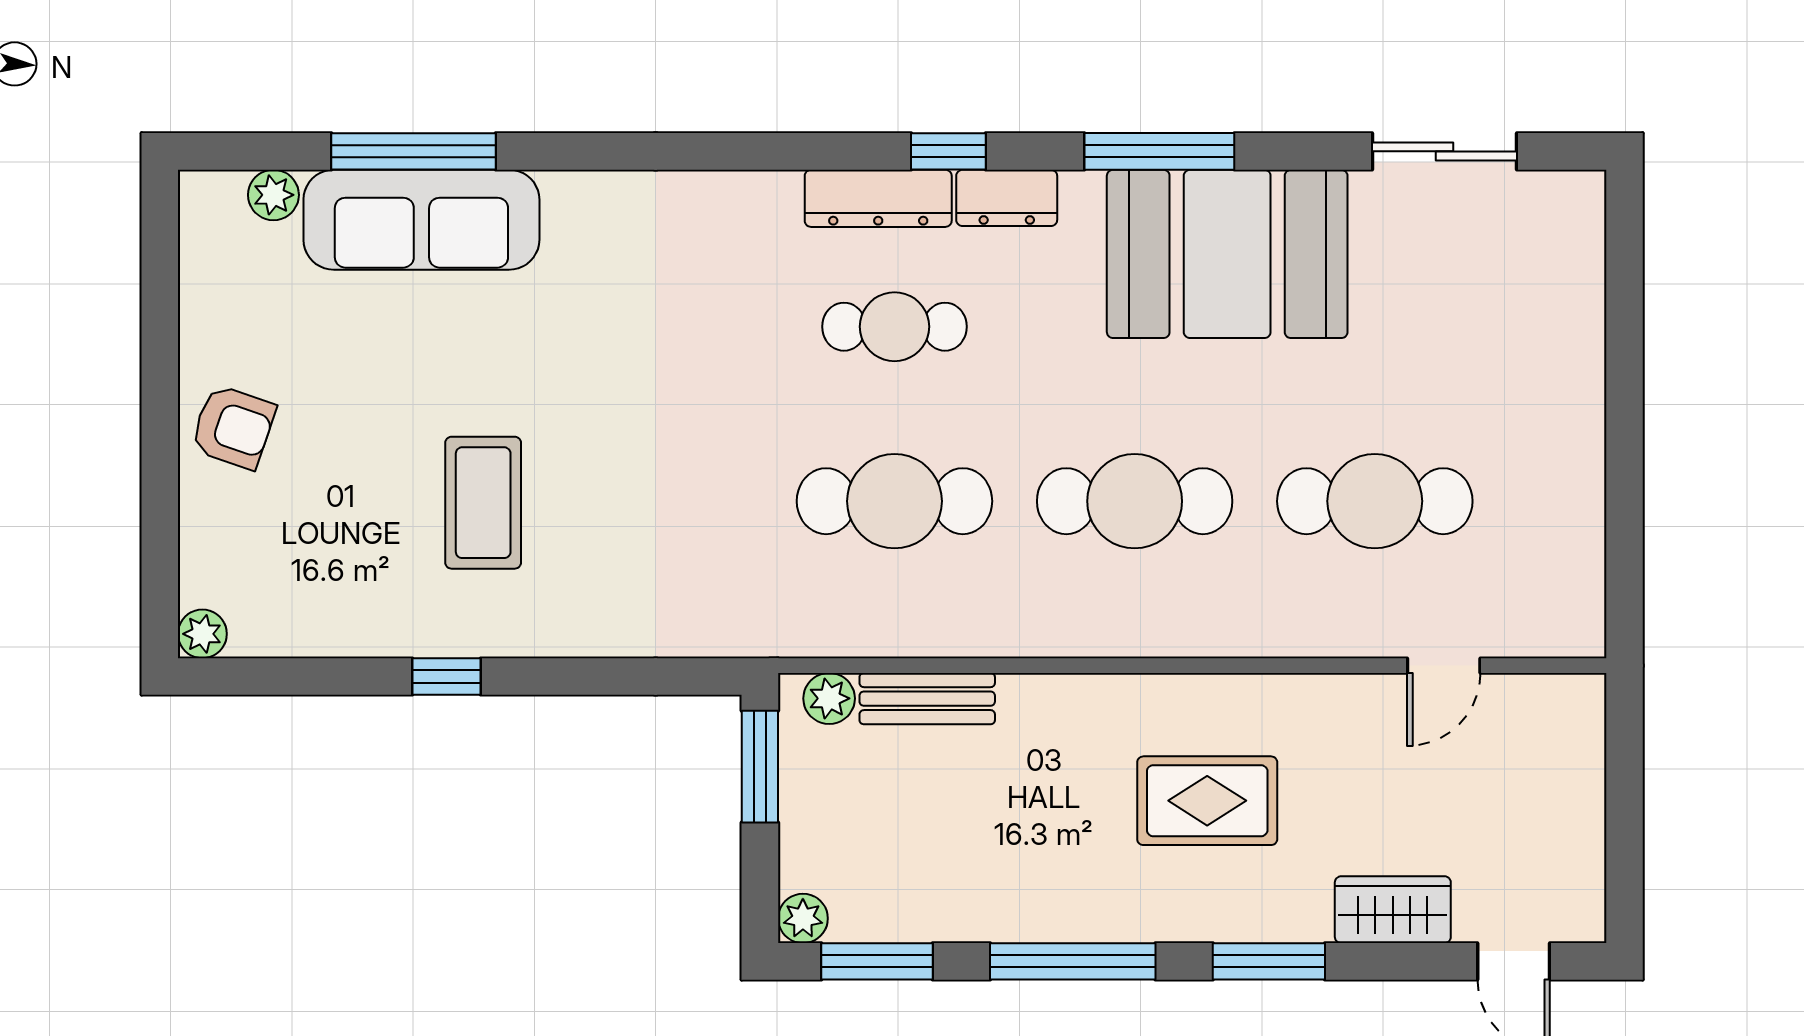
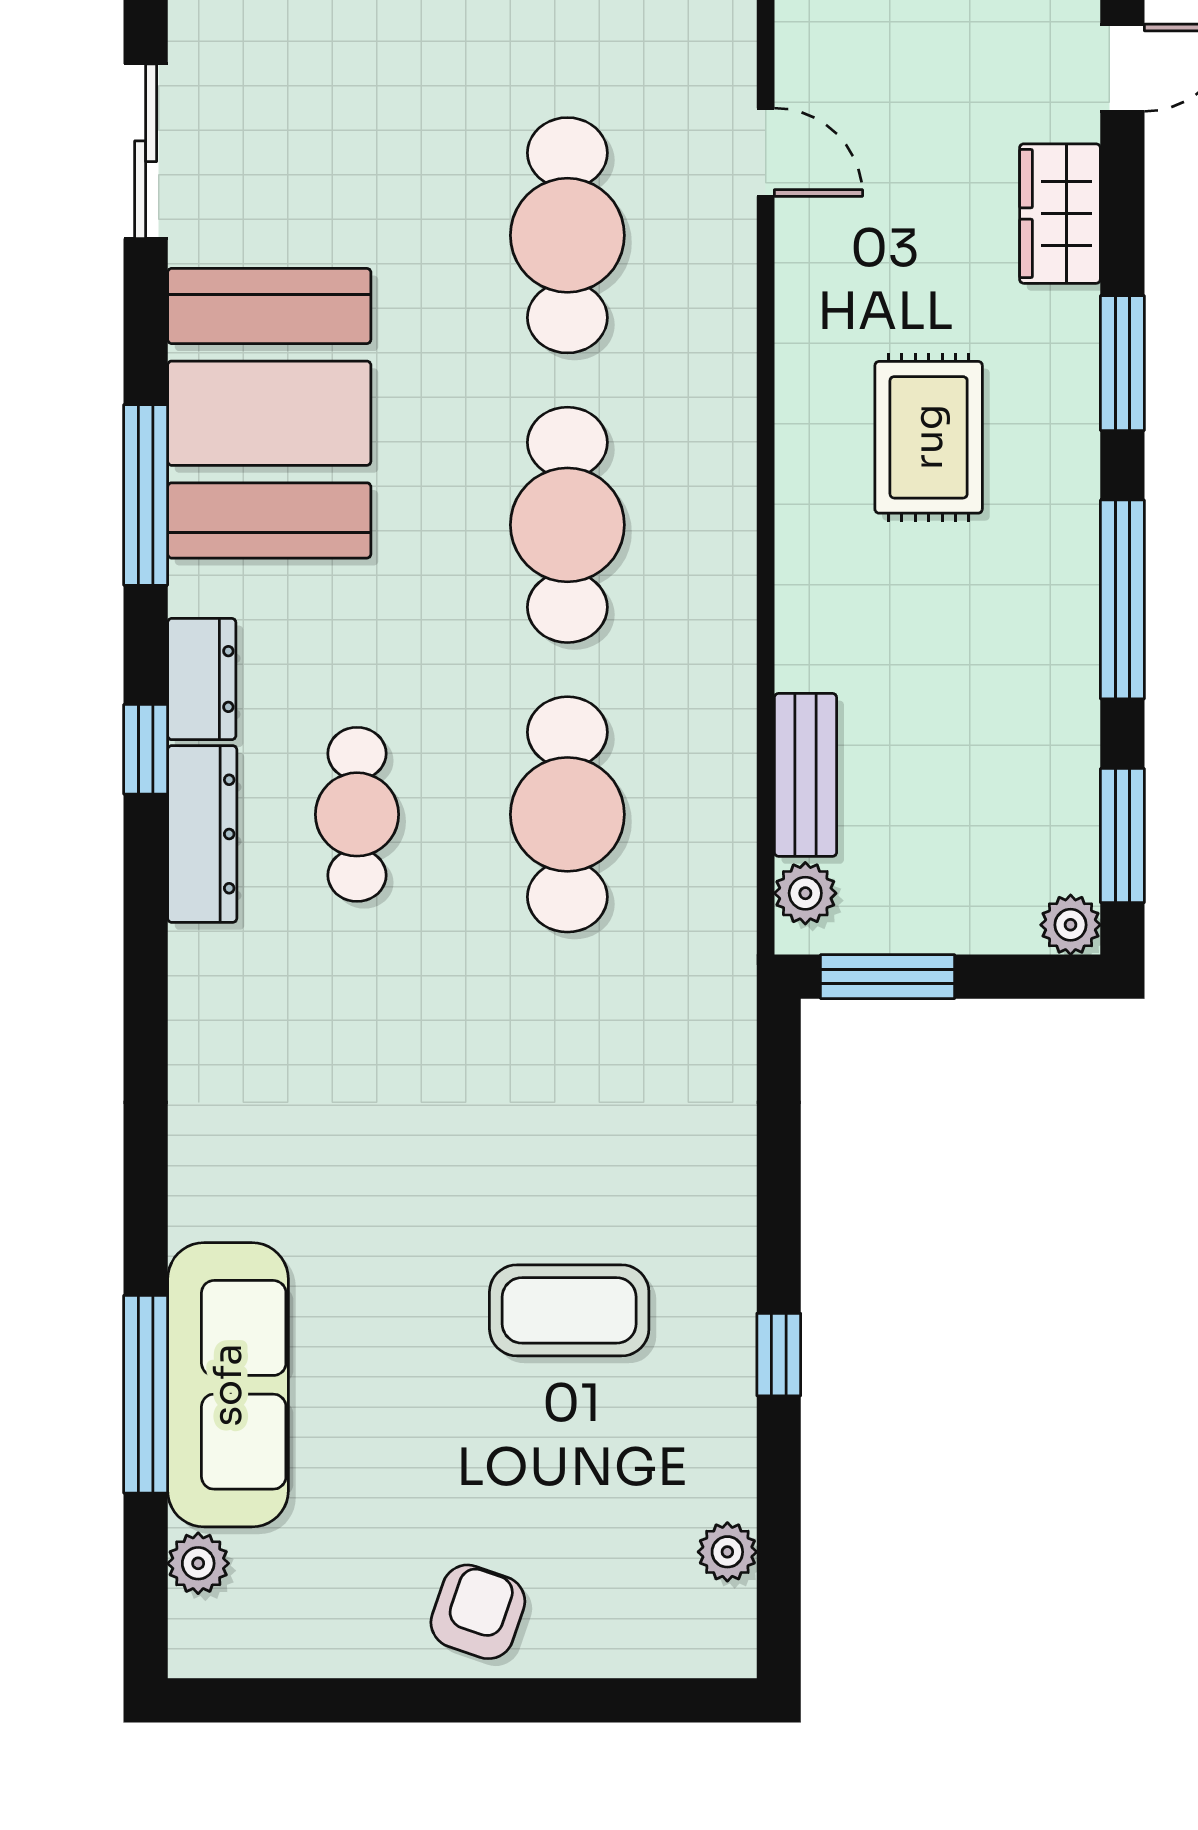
plant: (202, 634) -> (727, 1552), moved

